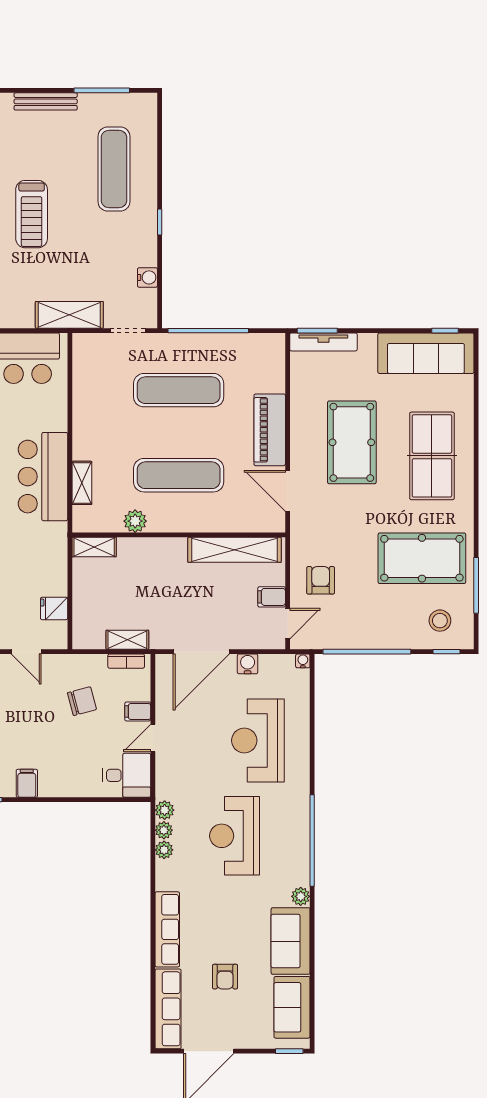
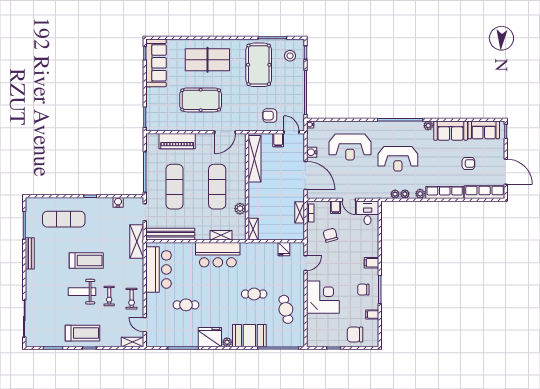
tv unit: (323, 342) -> (150, 114), removed
bench: (84, 381) -> (170, 234), added
piano: (270, 430) -> (177, 141), moved
plant: (165, 810) -> (420, 194), moved

